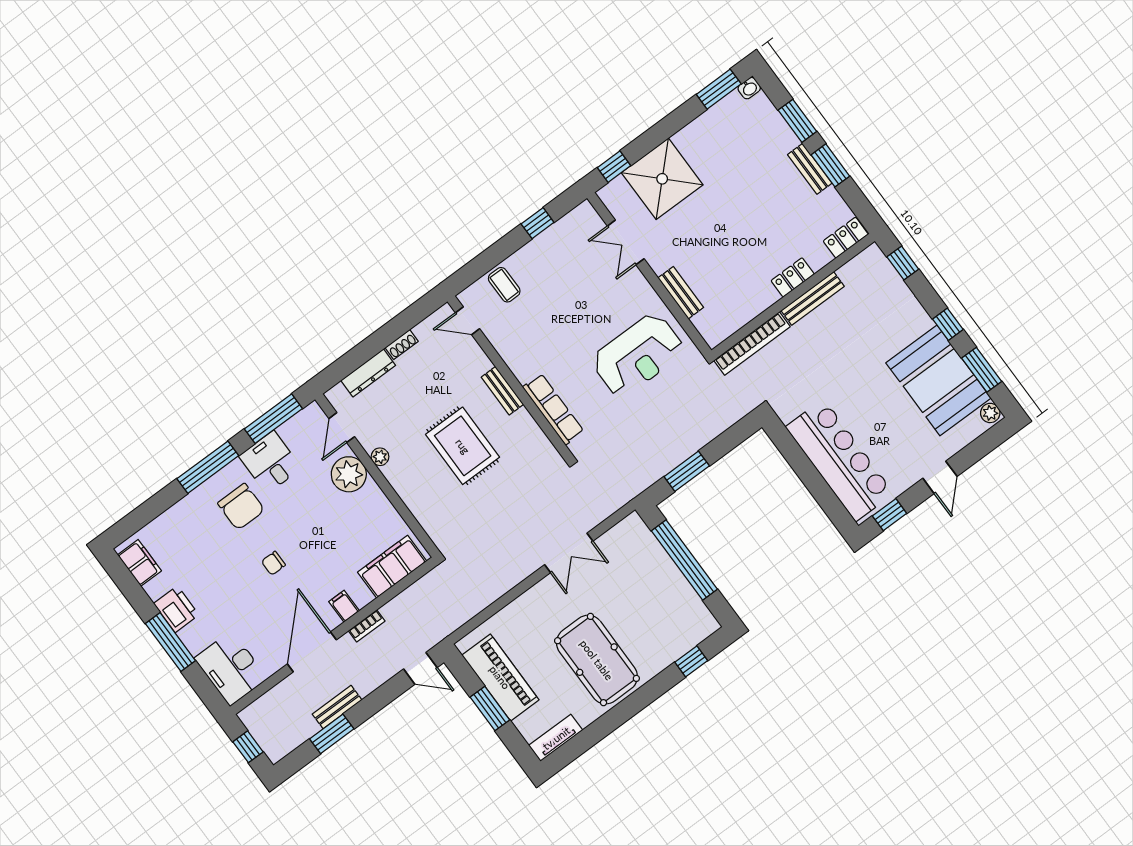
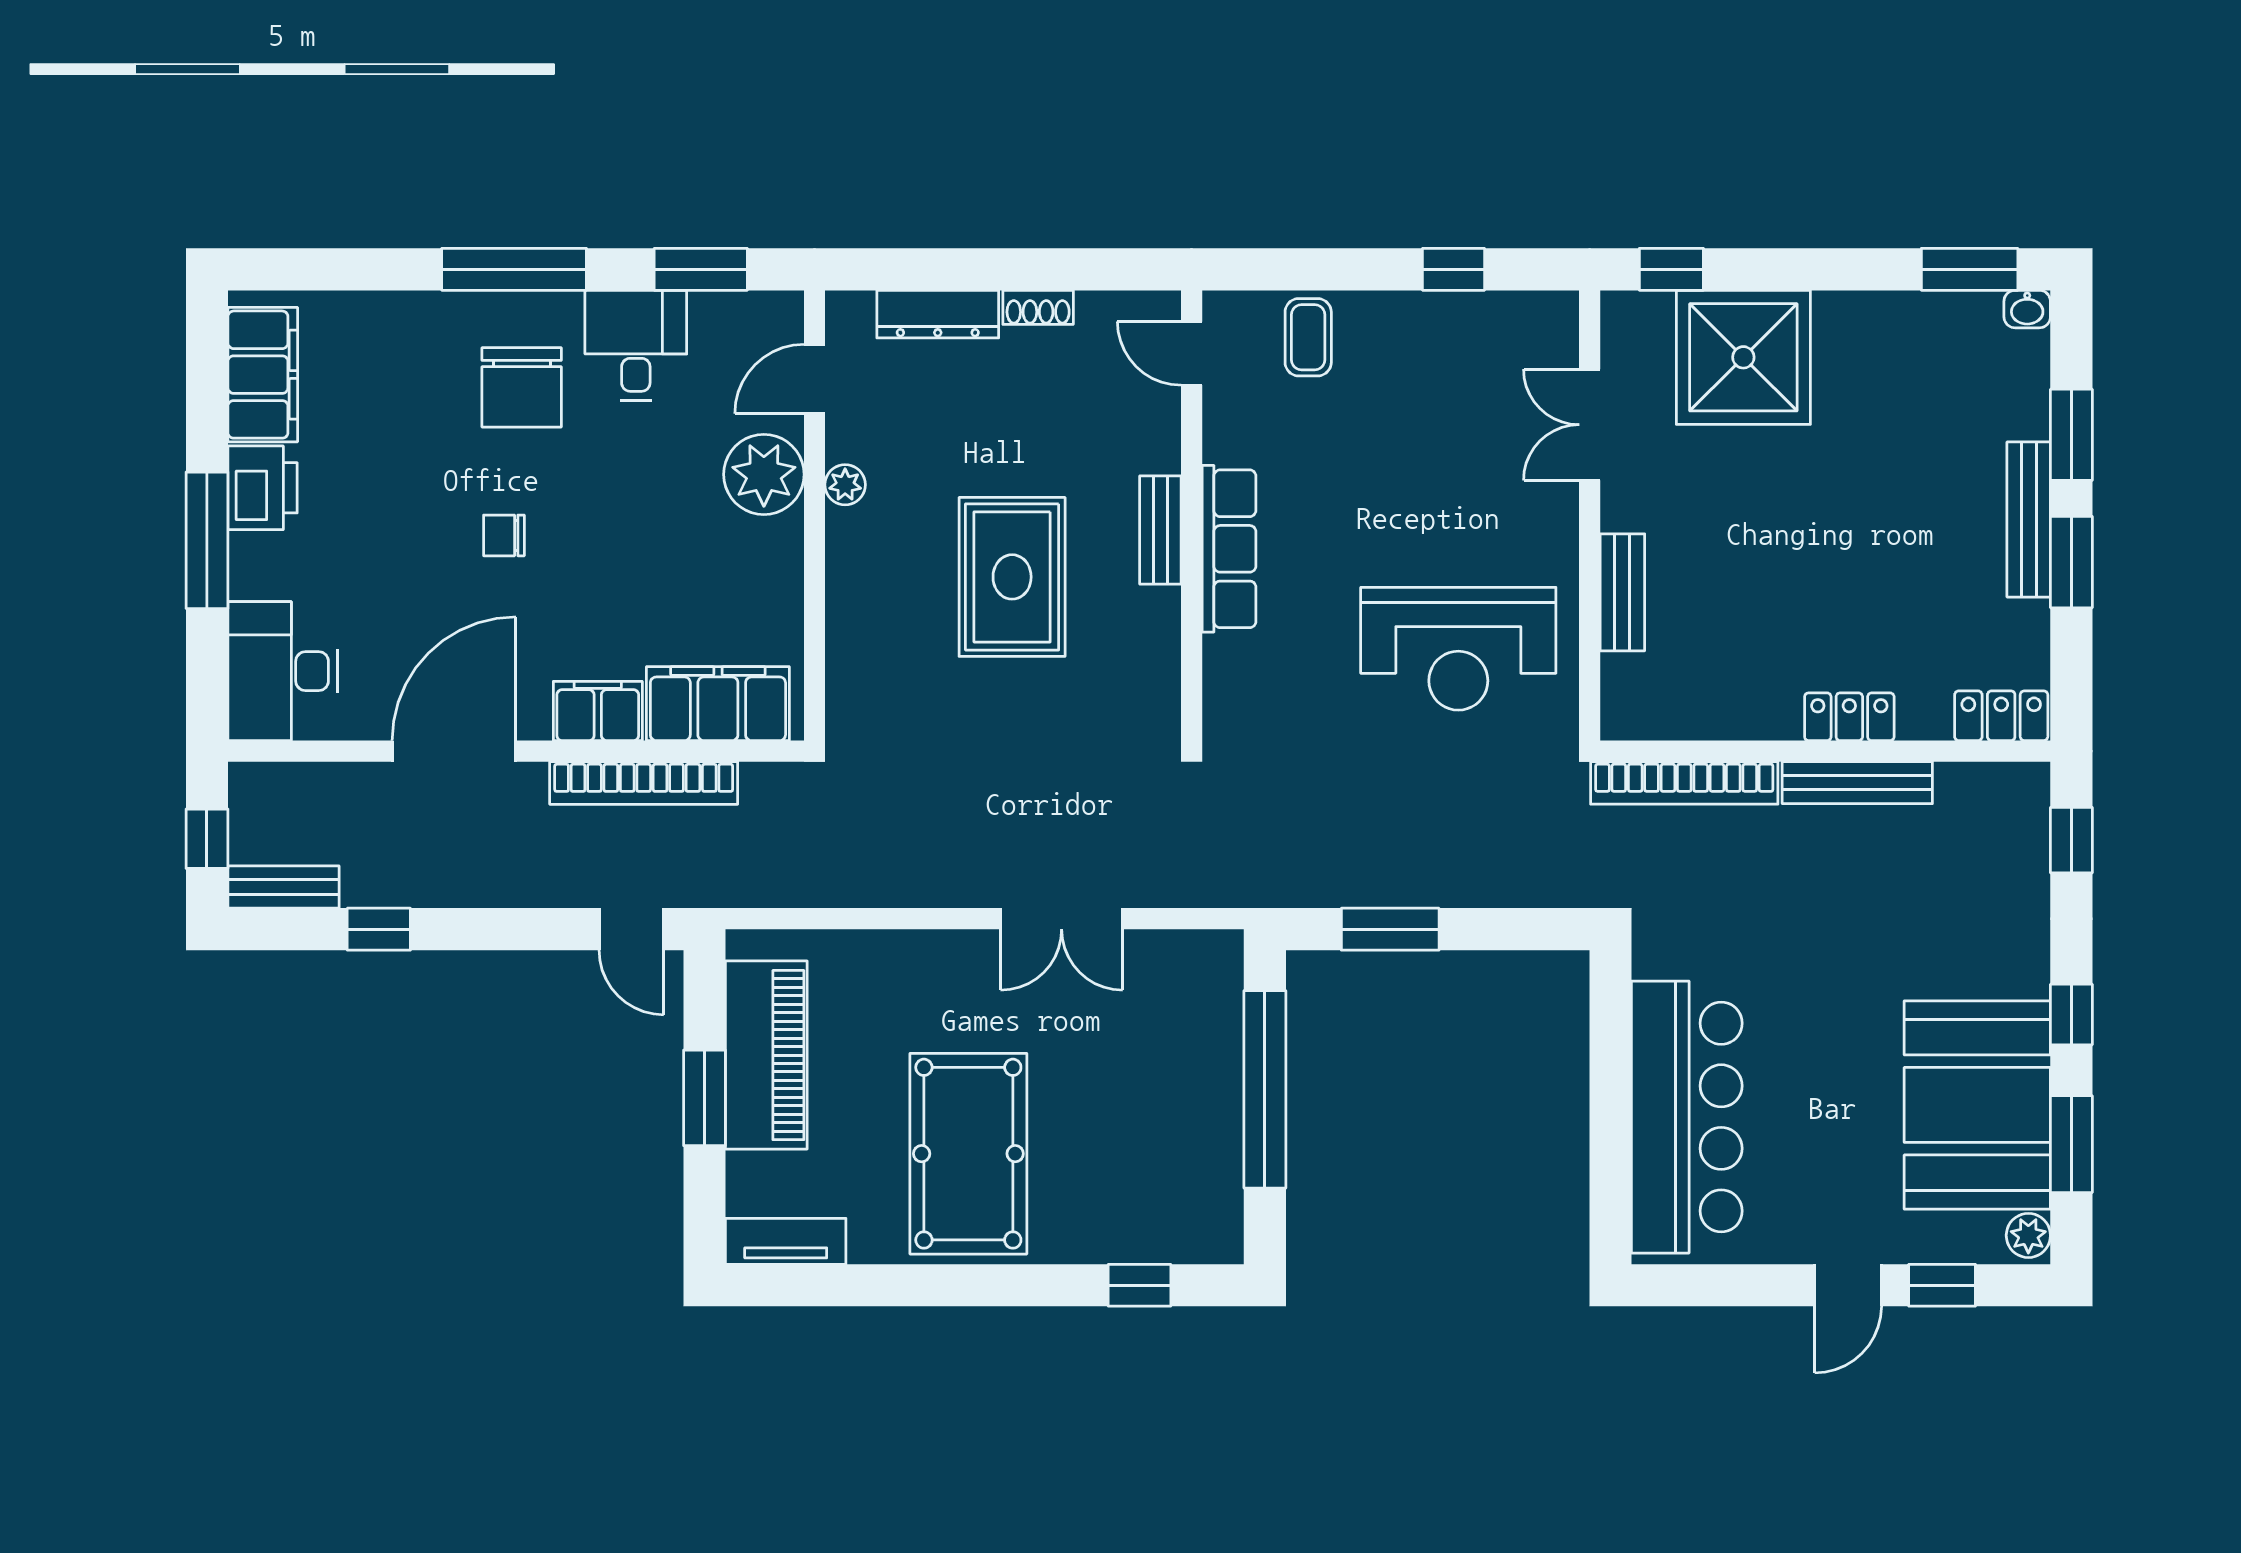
bench: (810, 169) -> (2029, 520), width x1.36
row of seats: (553, 409) -> (1229, 549), moved
window: (273, 419) -> (701, 269), width x0.69
window: (890, 515) -> (1942, 1285), moved
filing cabinet: (139, 563) -> (263, 375), width x1.50, depth x1.17
filing cabinet: (344, 606) -> (598, 711), width x2.00
bookcase: (367, 626) -> (644, 783), width x2.31, depth x1.31
bench: (337, 707) -> (283, 887), moved
window: (332, 734) -> (379, 929), width x0.67

